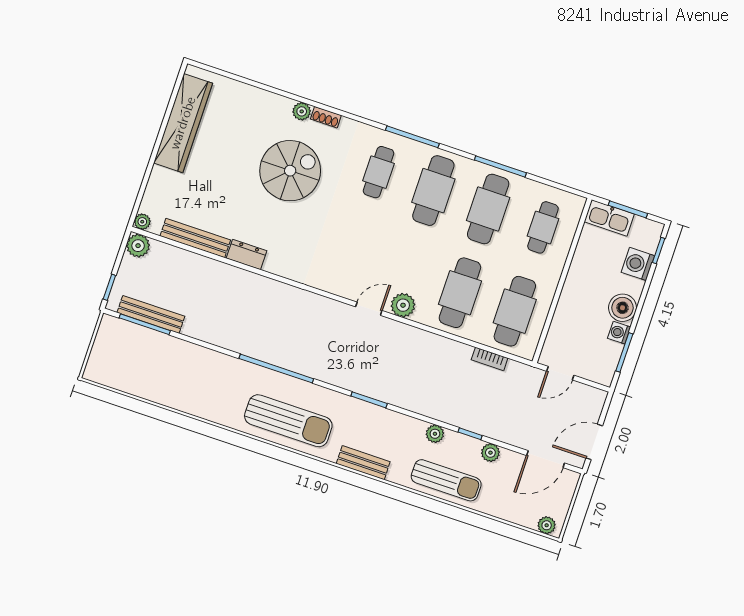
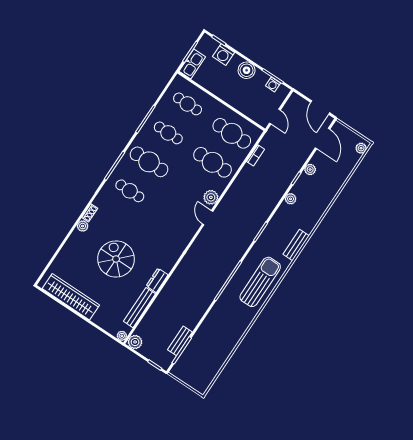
spiral stairs: (290, 171) -> (116, 259), moved
cafe table: (488, 209) -> (168, 133), width x0.73, depth x0.74
bench: (151, 314) -> (180, 341), width x0.73
washing machine: (619, 333) -> (273, 84), moved
sun lounger: (446, 480) -> (319, 200), removed

